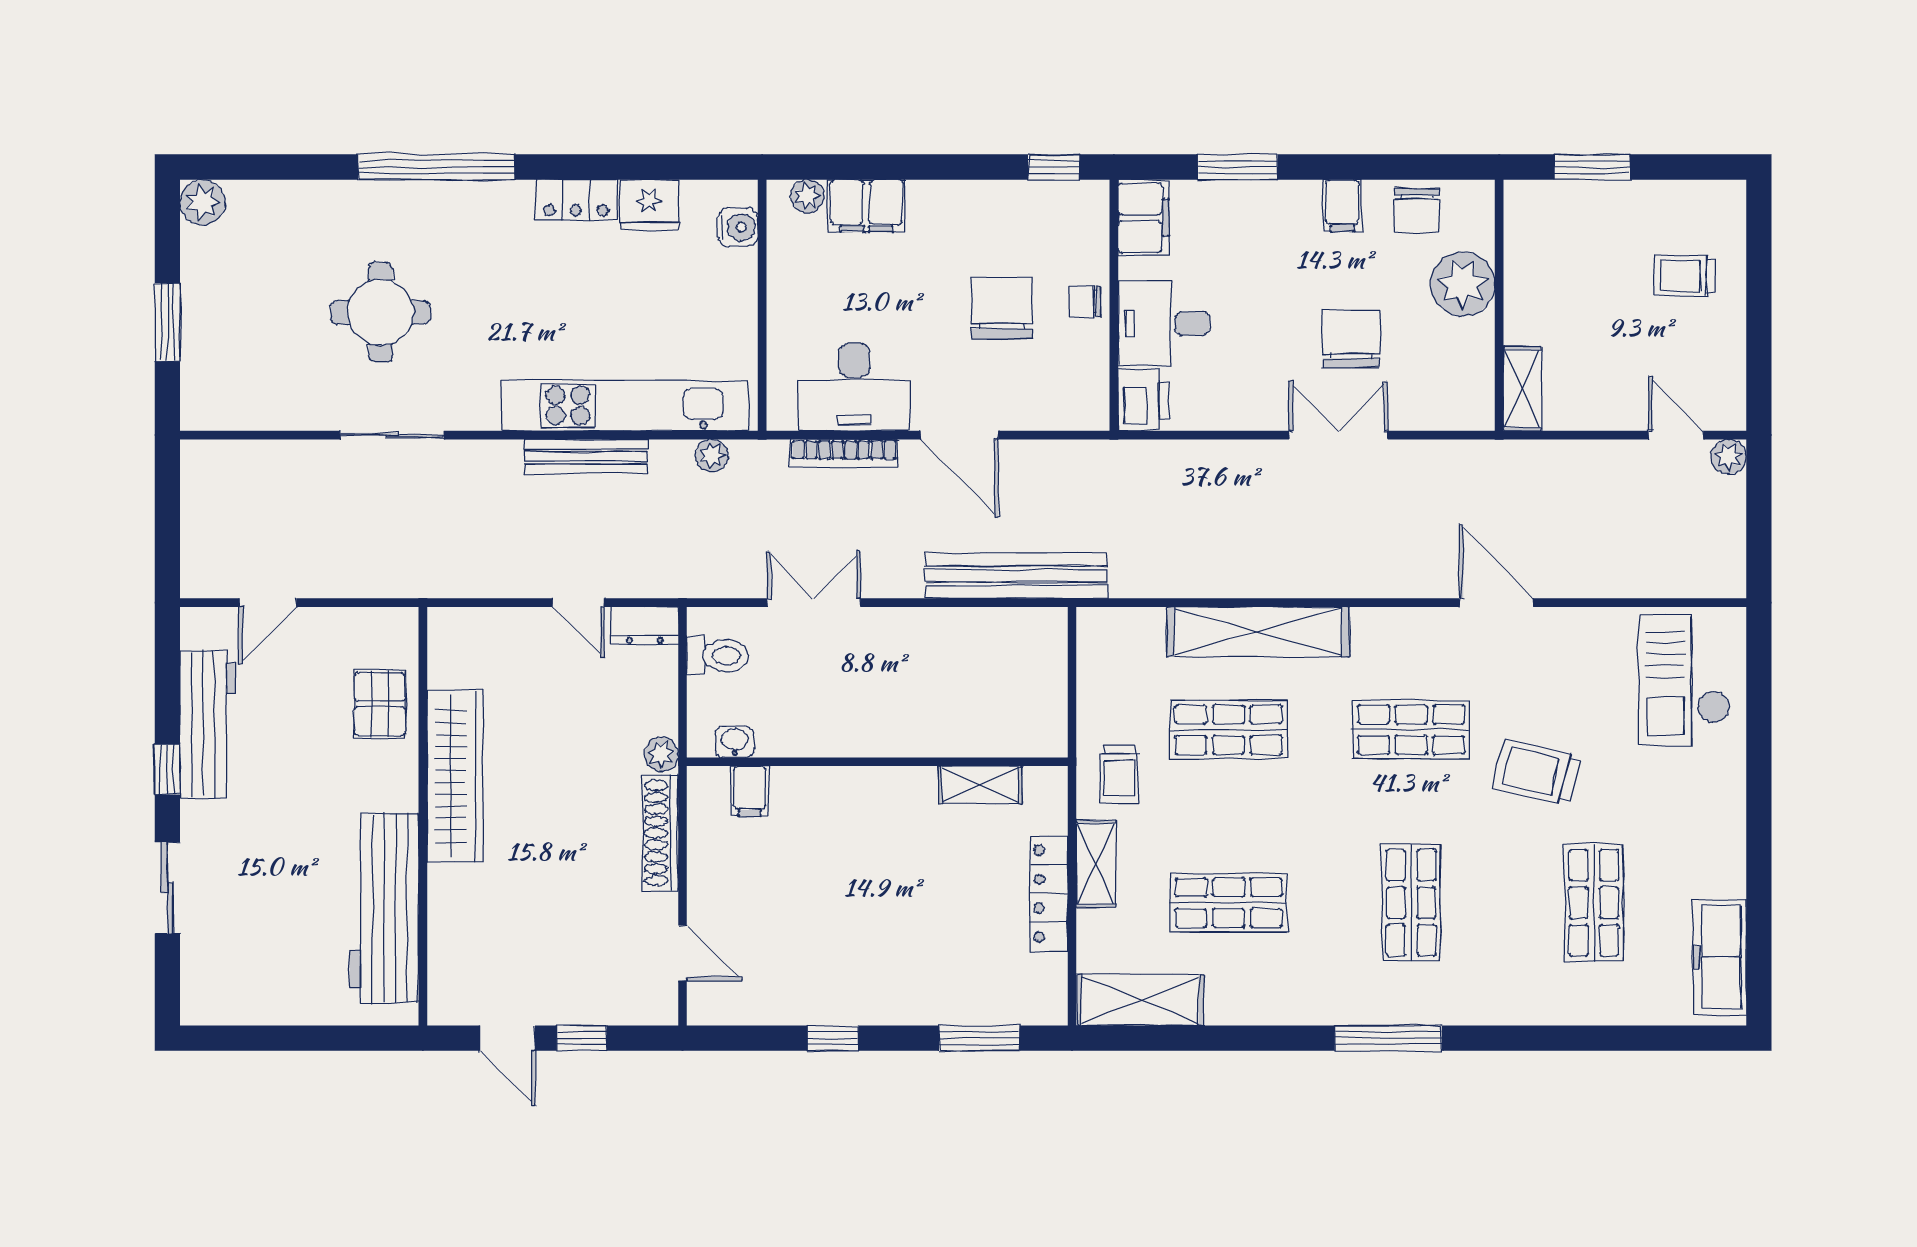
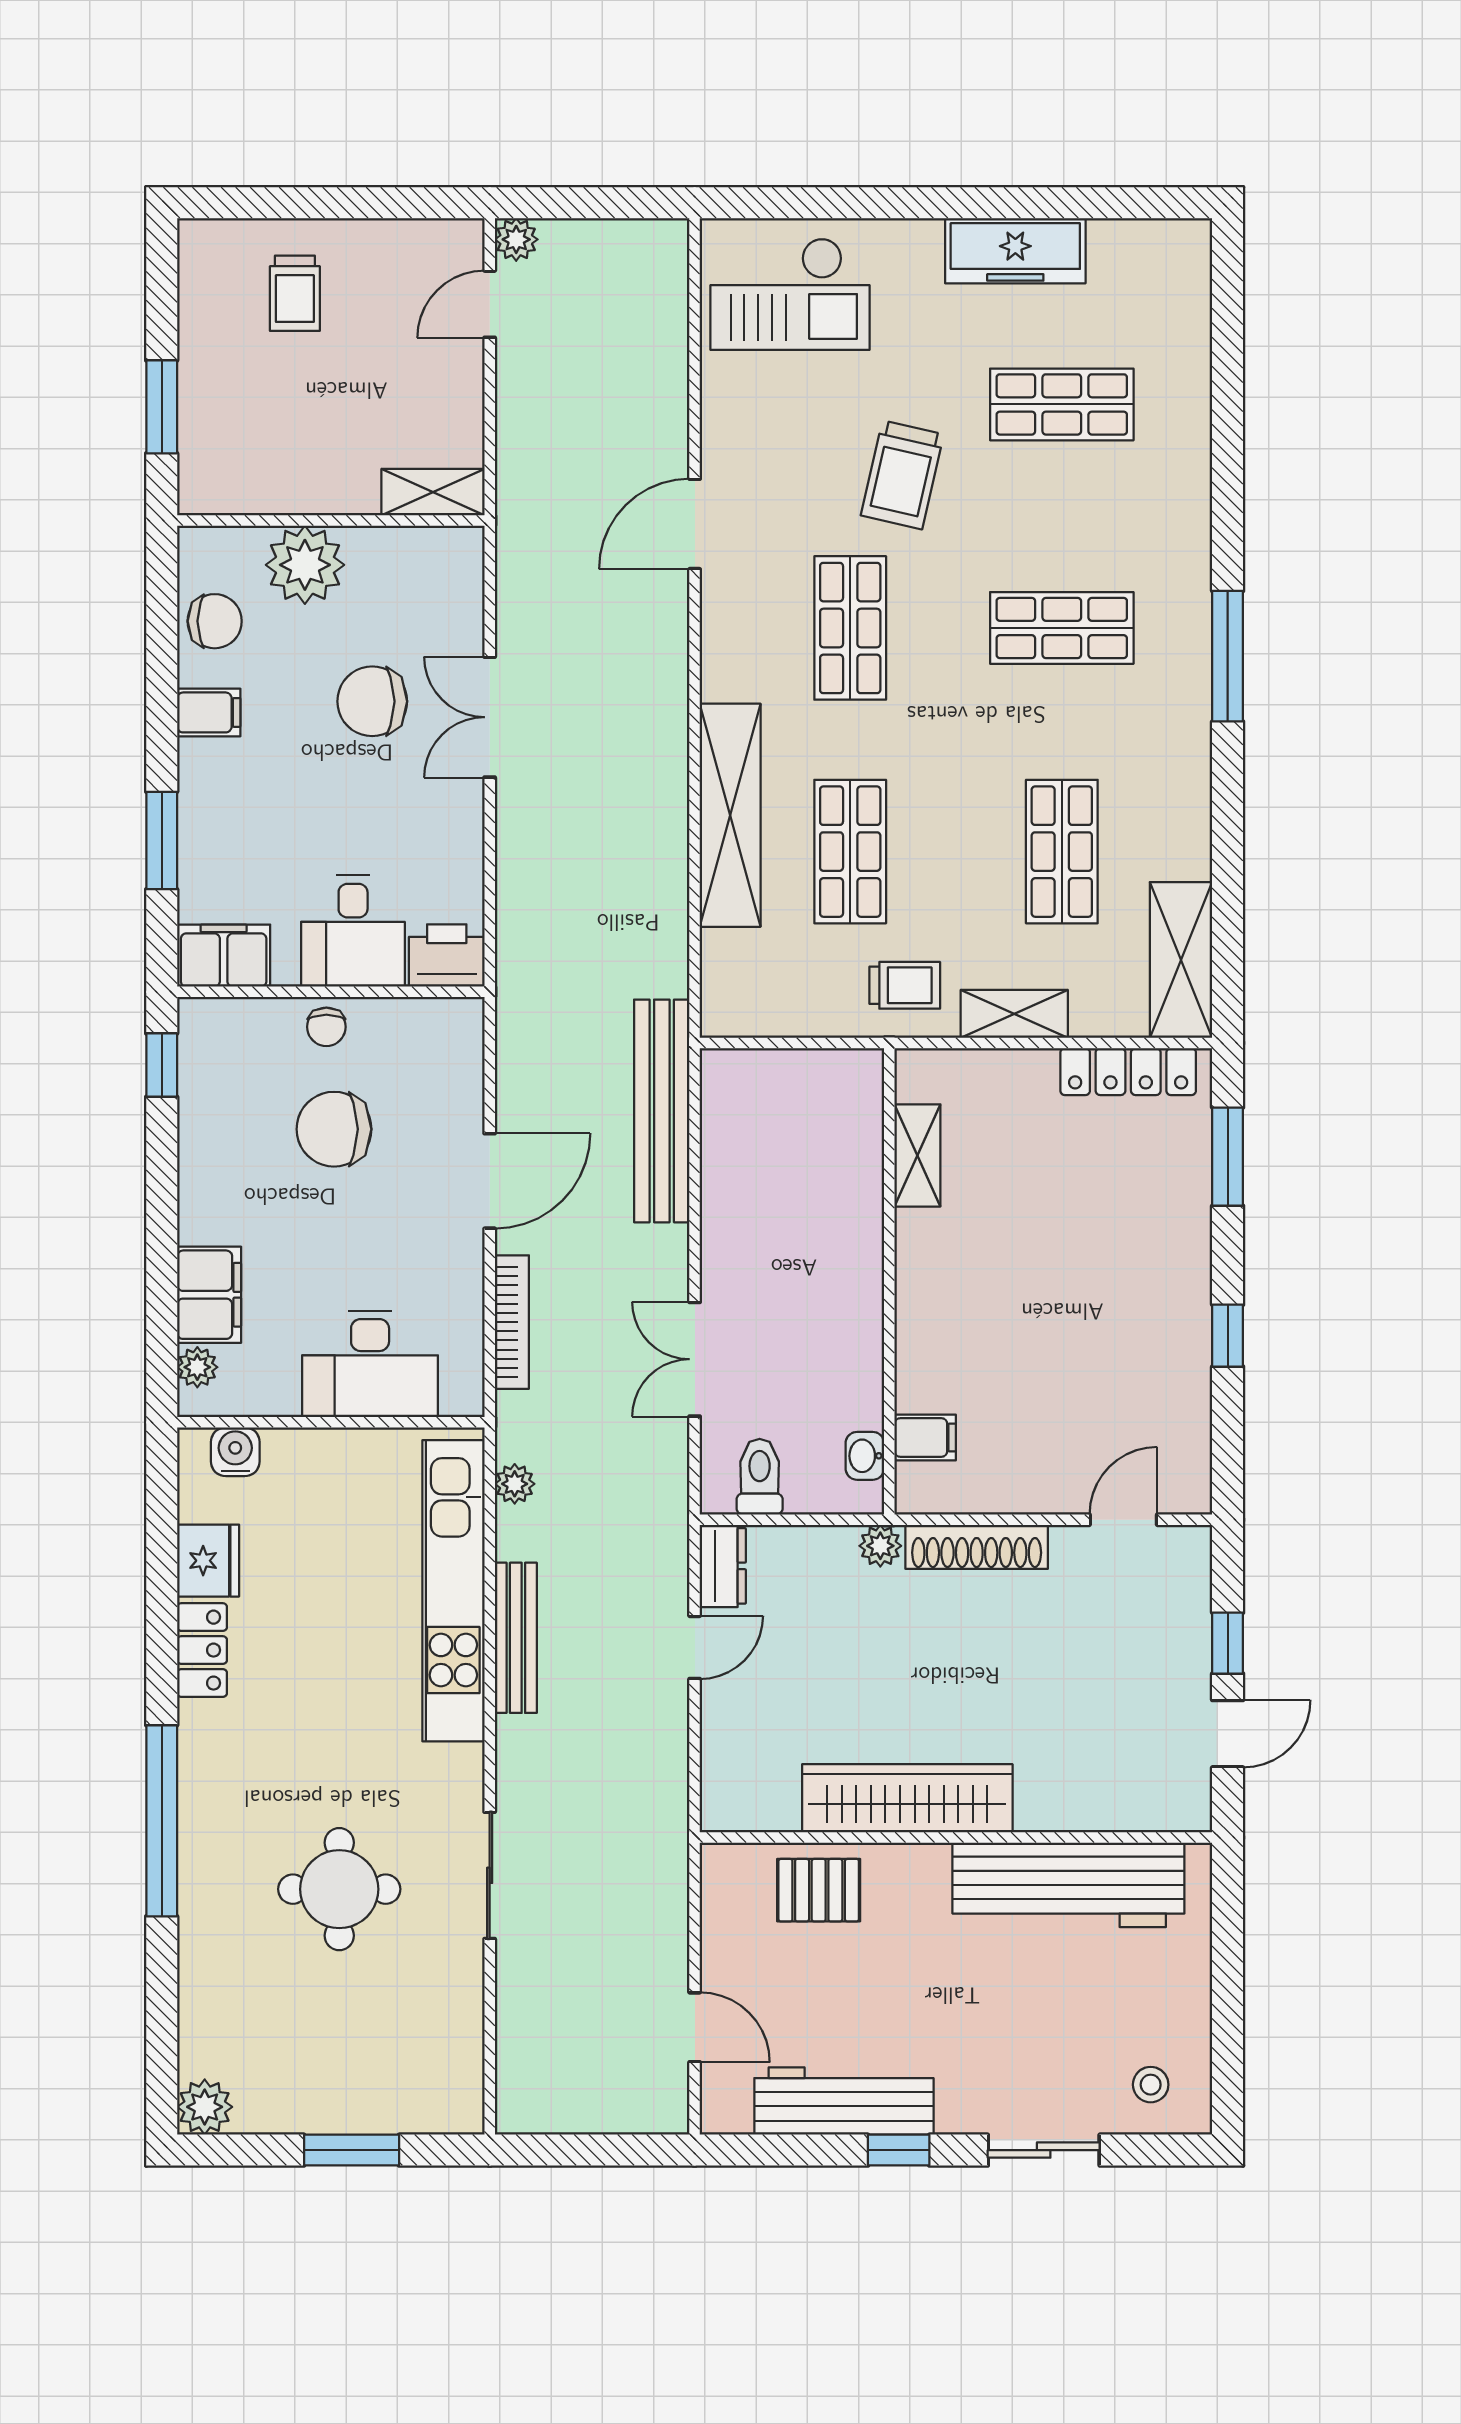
desk: (854, 387) -> (370, 1364), moved, turned 90
locker: (1049, 894) -> (1128, 1072), moved
freezer: (1720, 957) -> (1015, 251), moved
stool: (221, 975) -> (1151, 2085), added

